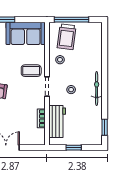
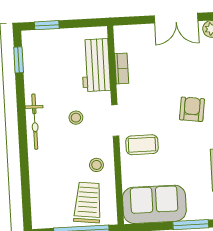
window: (74, 148) -> (47, 25), moved

